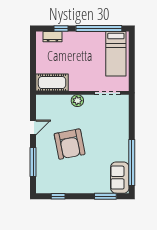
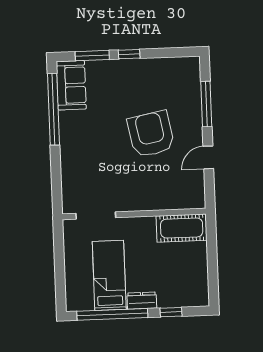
dresser: (52, 37) -> (142, 301), moved
bed: (116, 54) -> (109, 275), moved
plant: (77, 101) -> (141, 202), removed
window: (58, 196) -> (129, 54), moved

